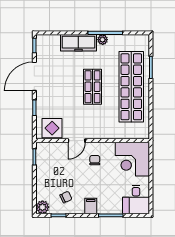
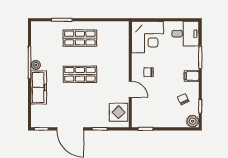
shop shelf: (131, 87) -> (80, 38), width x0.50, depth x0.74

